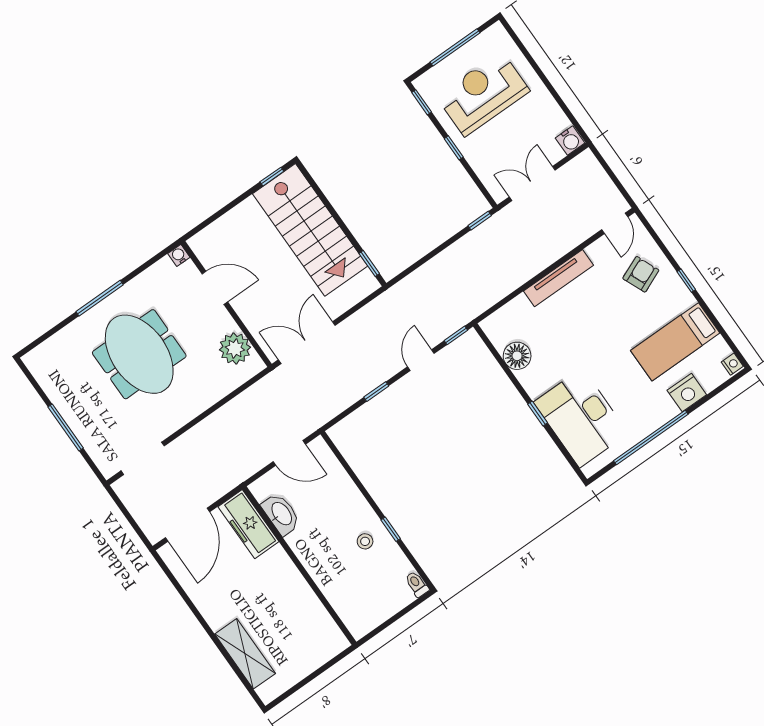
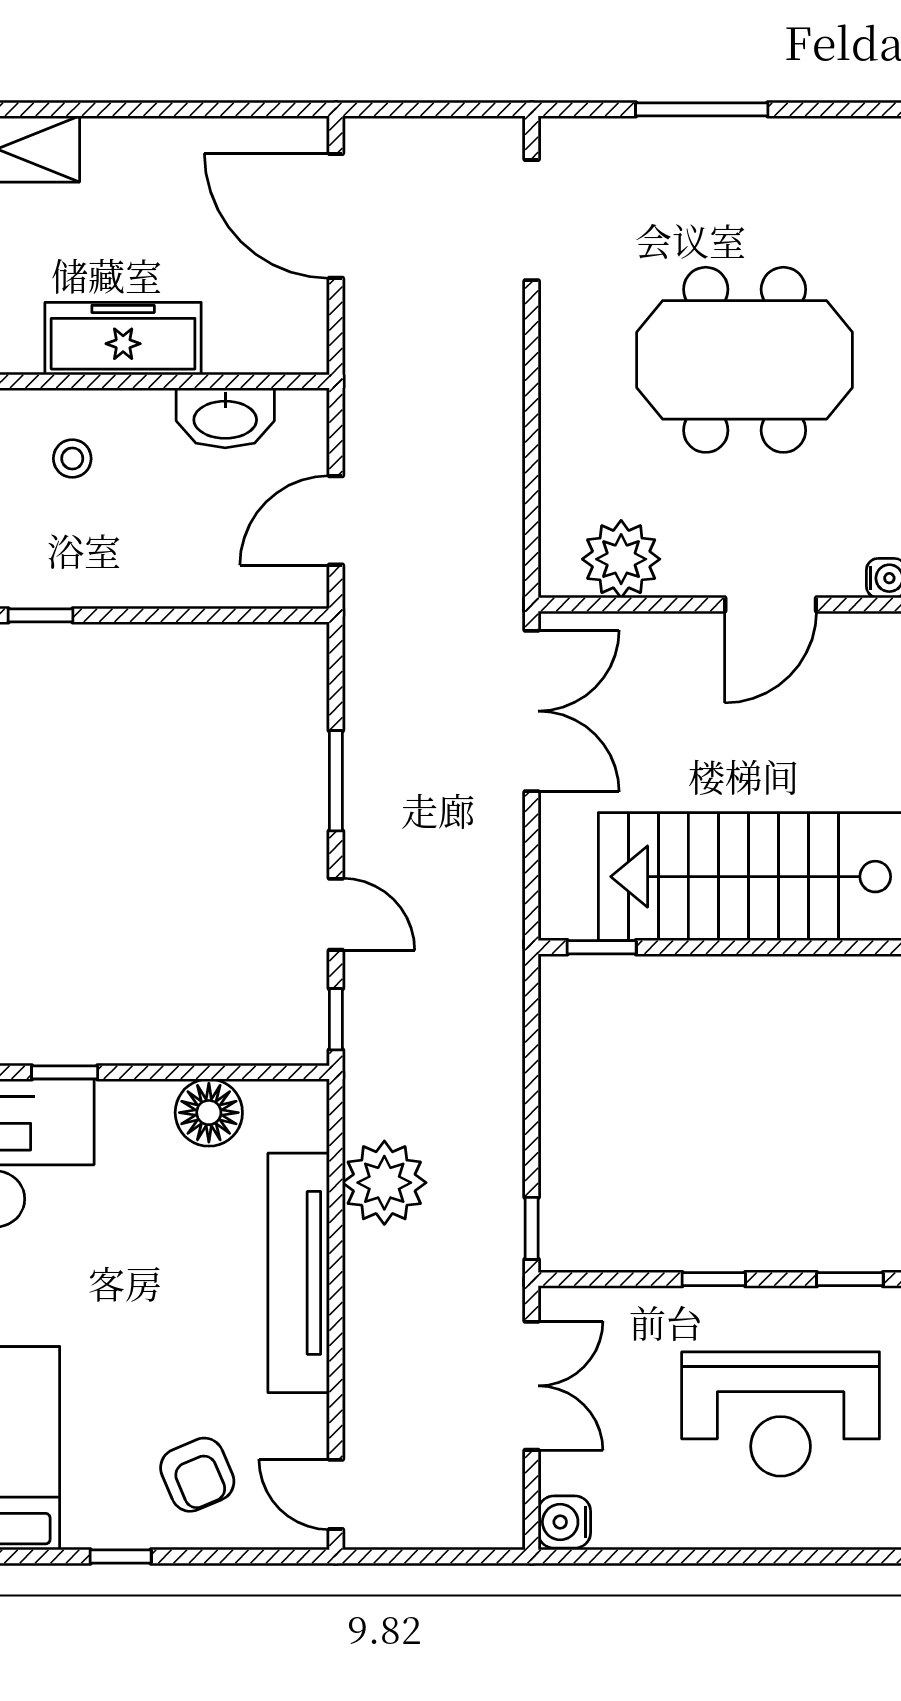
reception desk: (483, 94) -> (781, 1414), turned 90
tv unit: (558, 278) -> (299, 1273), width x1.36, depth x1.29
plant: (499, 281) -> (384, 1183), added
window: (376, 392) -> (336, 781), width x1.50
freezer: (248, 524) -> (123, 339), moved
stool: (365, 541) -> (72, 459), moved

